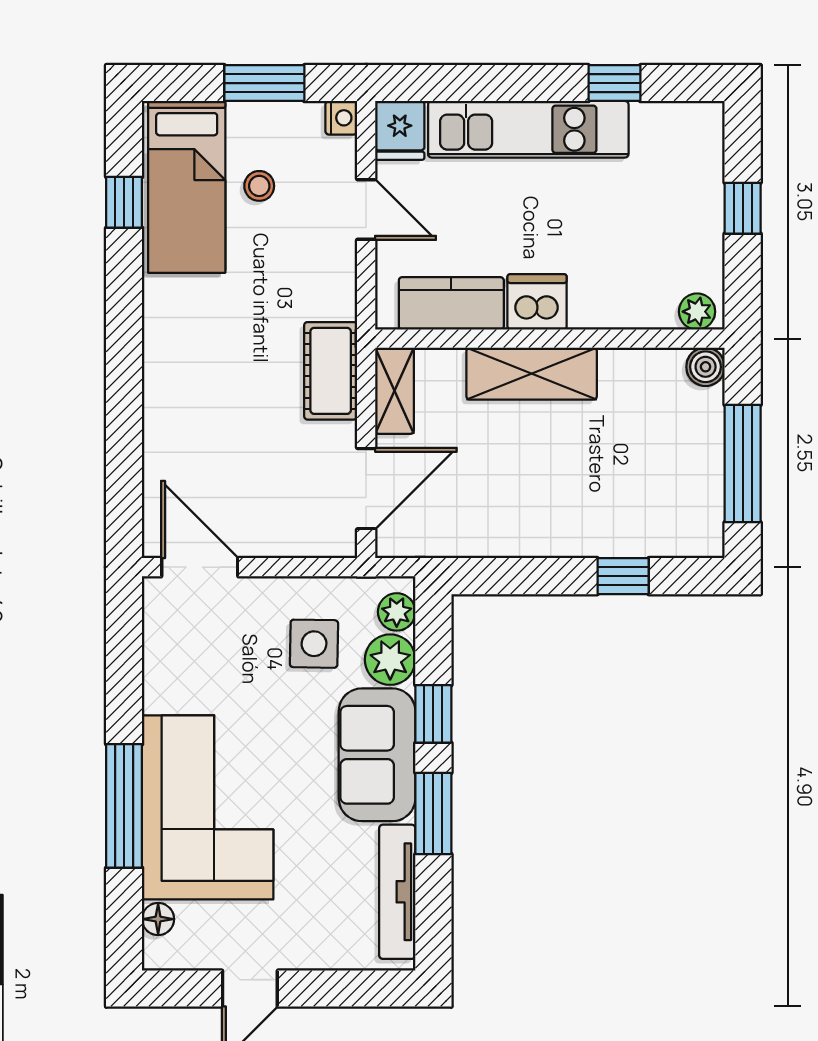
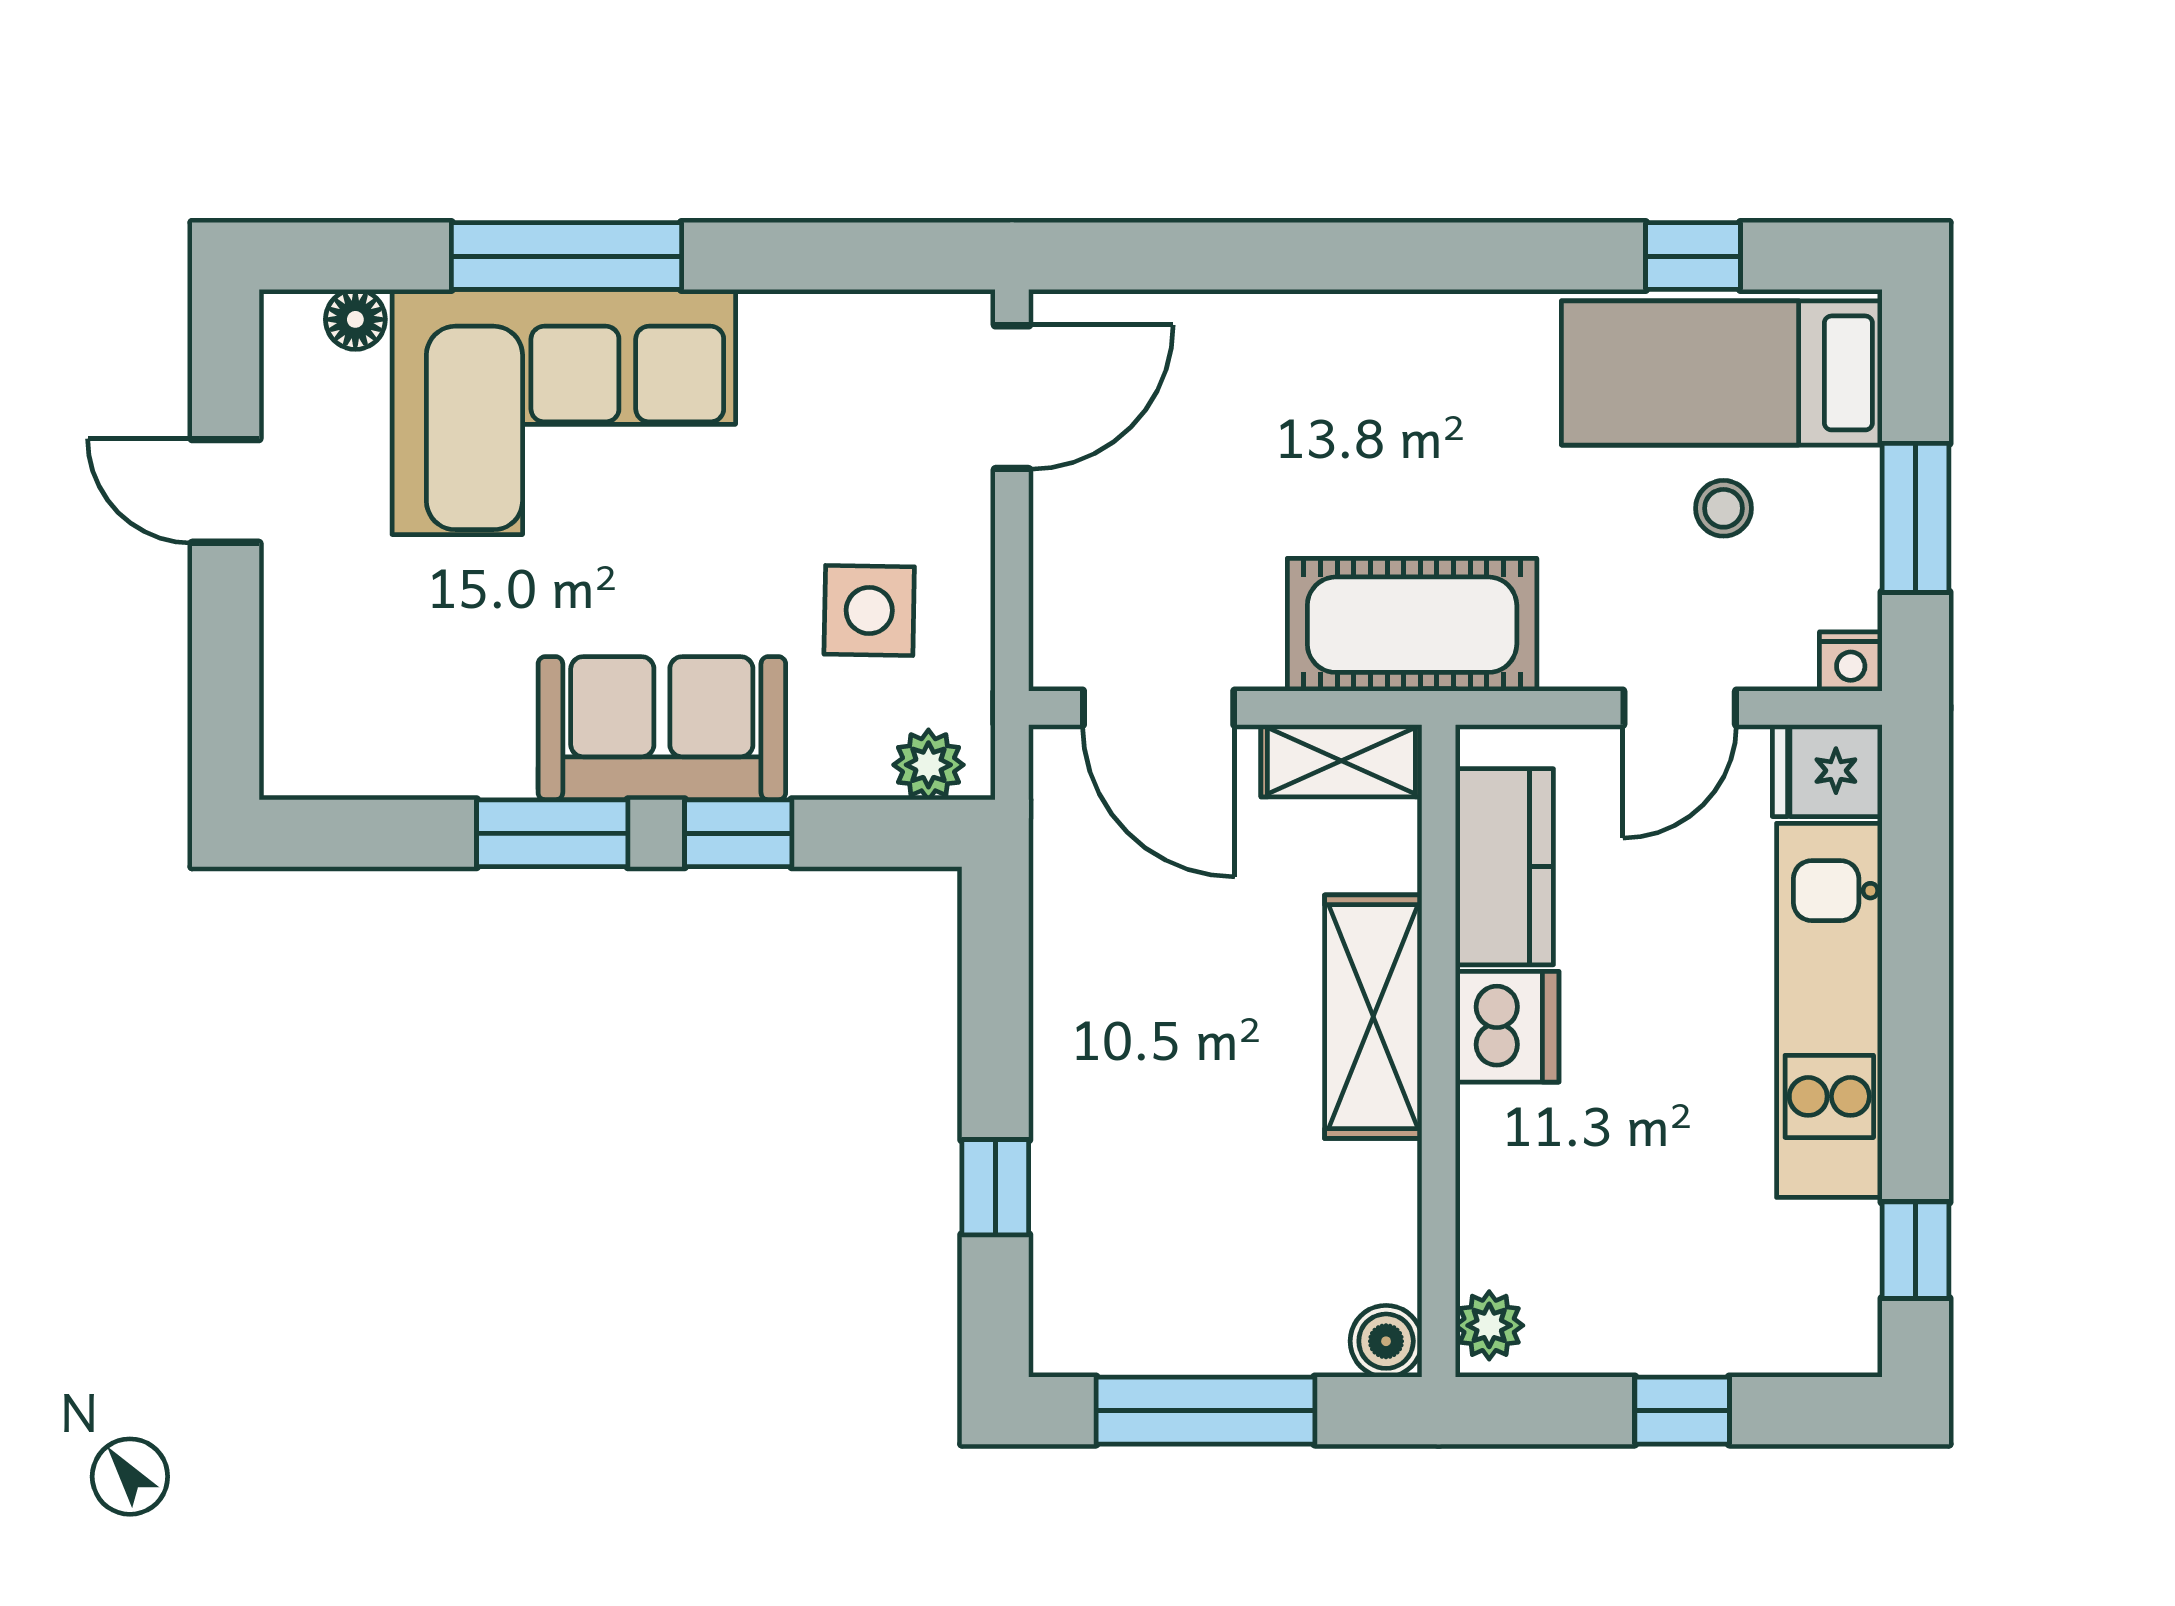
window: (614, 83) -> (1916, 1250), moved
cot: (331, 371) -> (1412, 625), width x1.37, depth x1.34
plant: (390, 660) -> (840, 753), removed
tv unit: (397, 892) -> (406, 766), removed

